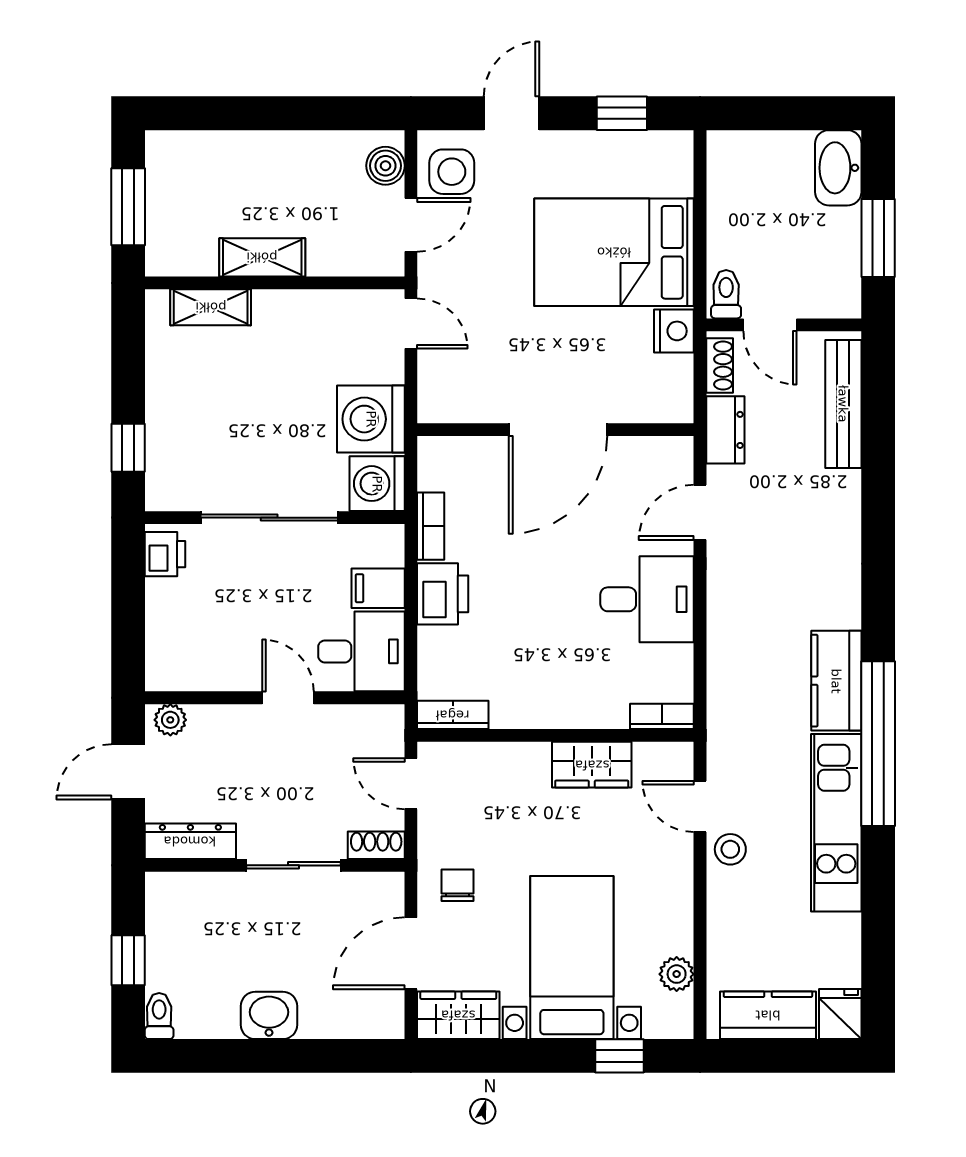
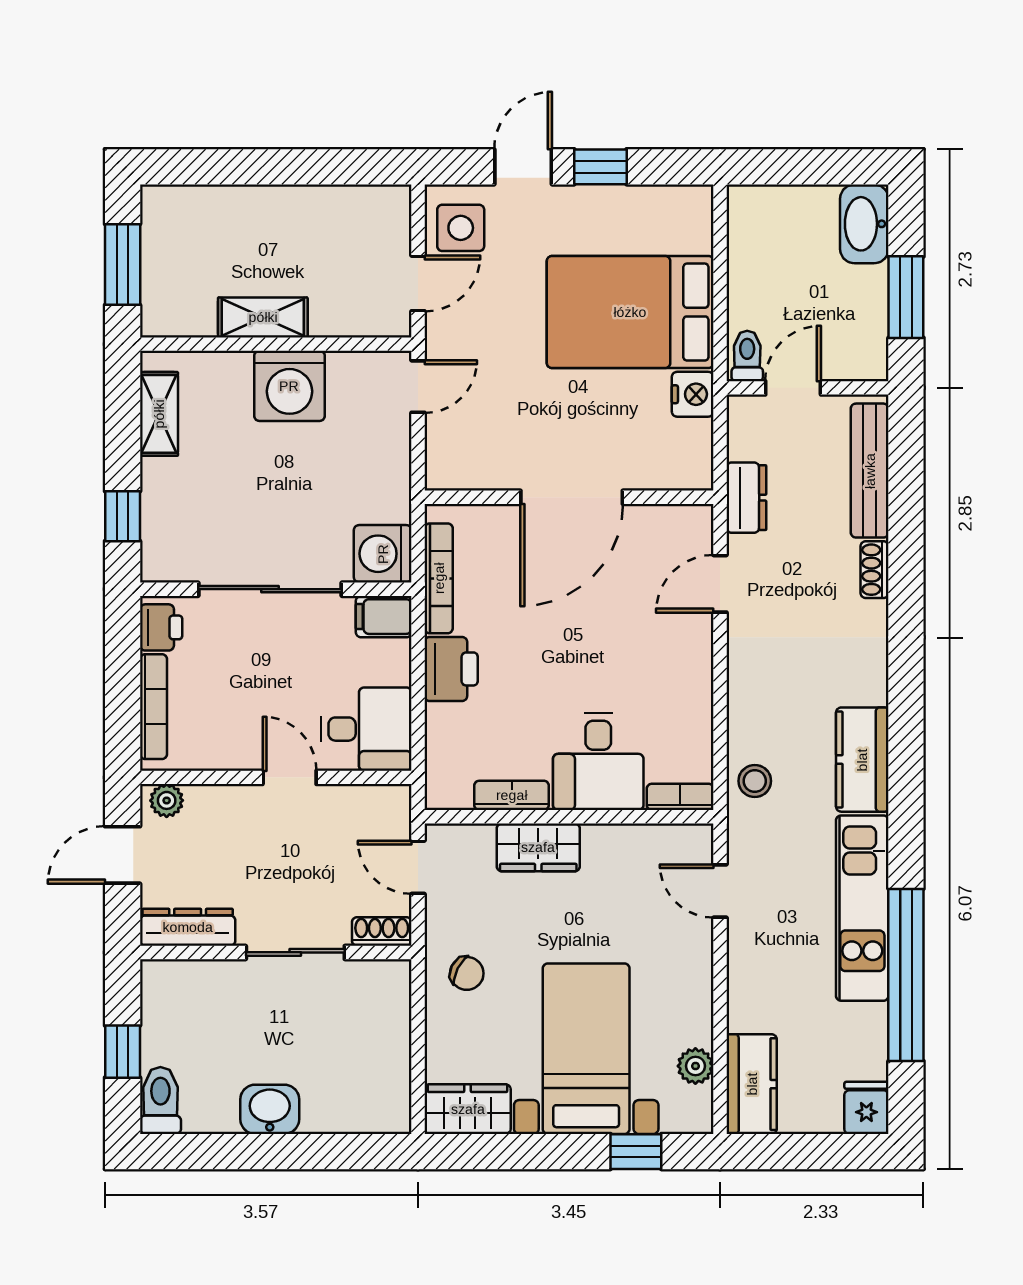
window: (622, 113) -> (600, 167), moved
boiler: (385, 166) -> (391, 222), removed
shelving: (211, 307) -> (159, 414), moved, turned 90
door: (411, 324) -> (418, 387), hinge flipped
door: (770, 325) -> (793, 388), swing flipped
shoe rack: (720, 365) -> (875, 570), moved, turned 180
washing machine: (371, 419) -> (289, 386), moved, turned -90
bookcase: (431, 526) -> (439, 578), width x1.56
filing cabinet: (378, 588) -> (384, 617), moved
desk: (647, 599) -> (598, 762), moved, turned 90
bookcase: (158, 630) -> (153, 707), added
bookcase: (453, 715) -> (512, 795), moved
window: (878, 744) -> (906, 975), moved
wardrobe: (592, 765) -> (538, 847), moved
stool: (730, 849) -> (755, 781), moved
chair: (458, 885) -> (467, 973), turned 117
door: (411, 953) -> (418, 1044), removed
kitchen counter: (768, 1015) -> (752, 1084), moved, turned 90
toilet: (159, 1016) -> (160, 1100), width x1.37, depth x1.39

